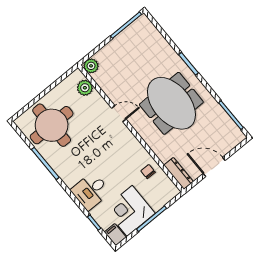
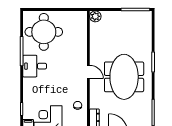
plant: (85, 88) -> (81, 26), removed
door: (119, 114) -> (88, 72), moved
desk: (91, 191) -> (35, 66), moved

